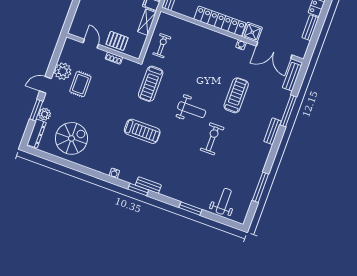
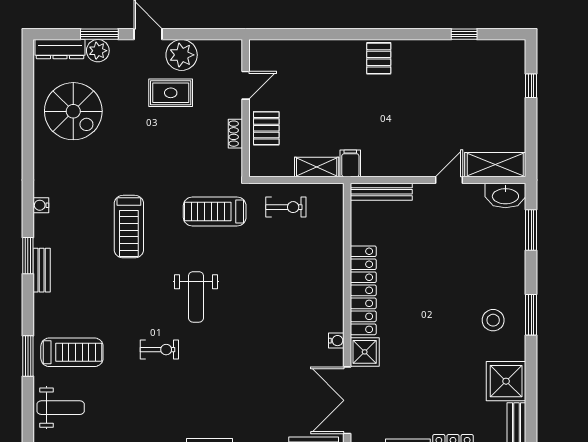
treadmill: (236, 95) -> (72, 352), moved
exercise bike: (212, 139) -> (159, 350), width x0.73, depth x0.72

